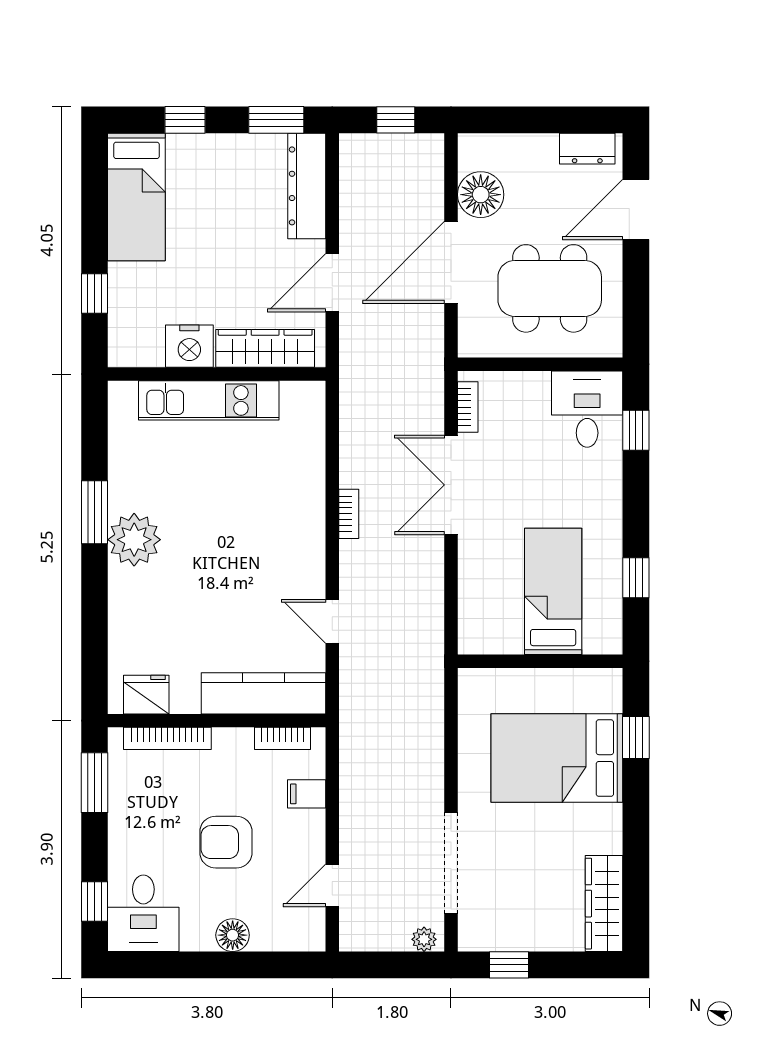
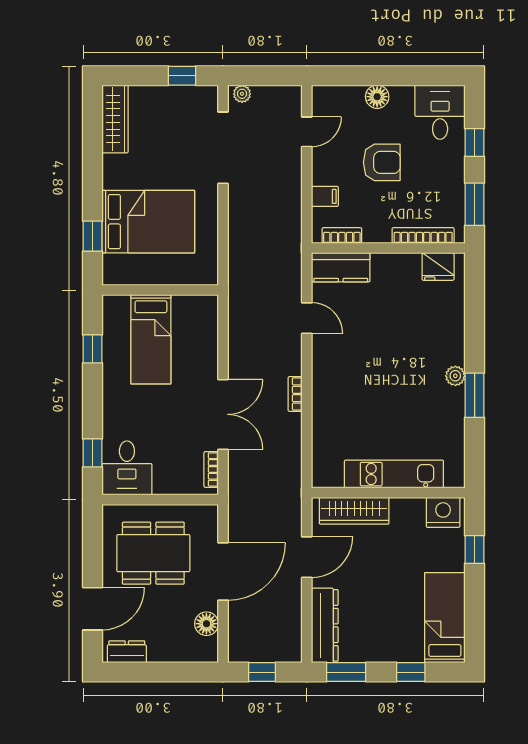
floor lamp: (481, 195) -> (206, 624), width x0.73, depth x0.73
nightstand: (189, 346) -> (443, 512), moved
plant: (134, 540) -> (455, 376), width x0.53, depth x0.53
kitchen counter: (263, 693) -> (341, 267), width x0.67
window: (95, 902) -> (475, 143), moved

